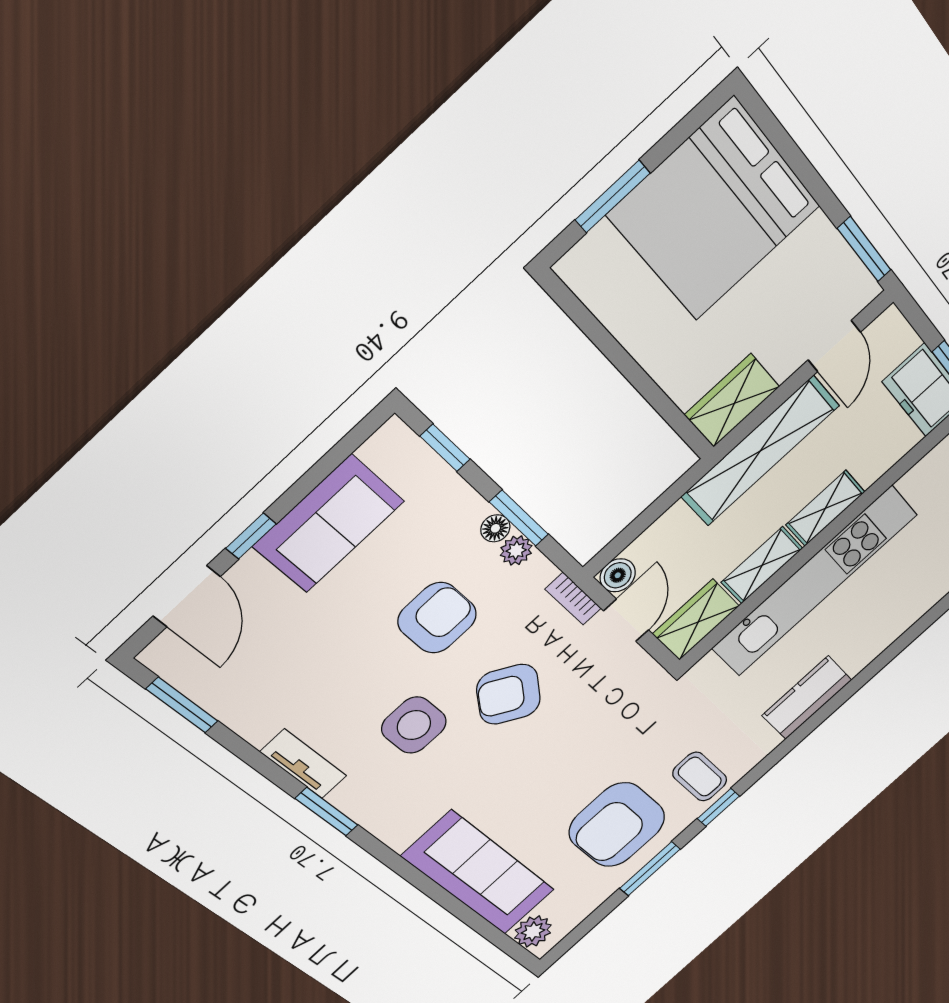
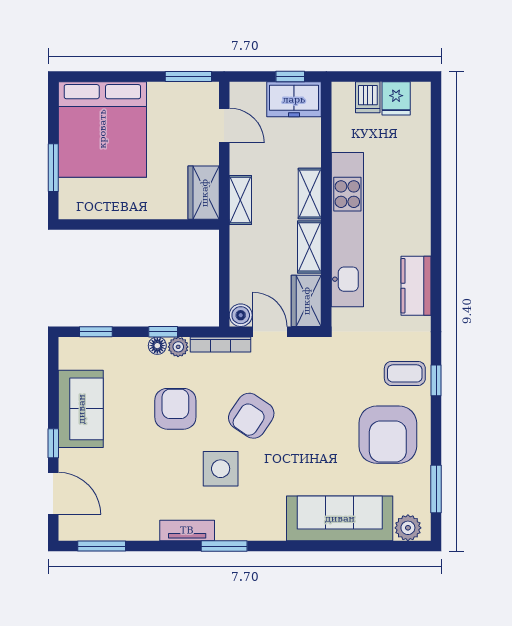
shelving: (760, 451) -> (240, 200), width x0.45, depth x0.75
window: (519, 518) -> (163, 332), width x0.67
bookcase: (573, 599) -> (220, 345), width x1.56
window: (650, 869) -> (436, 489), moved

